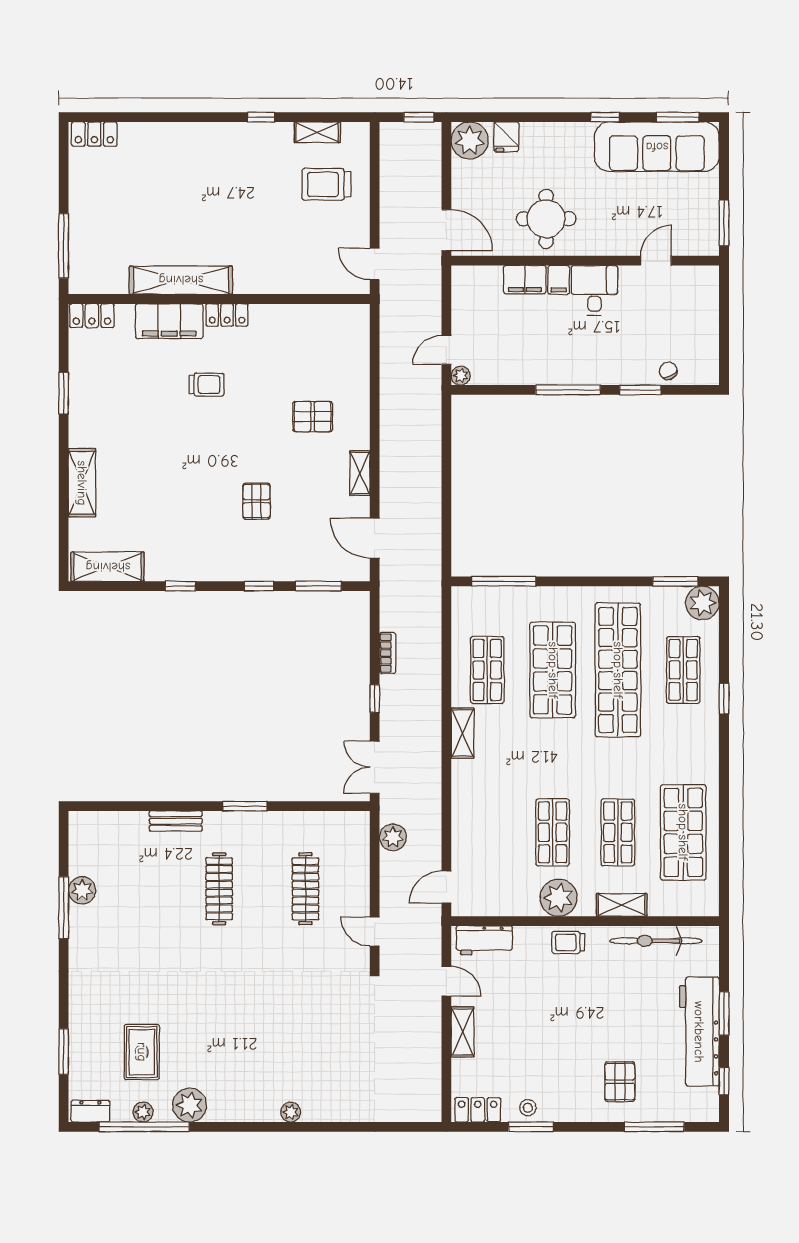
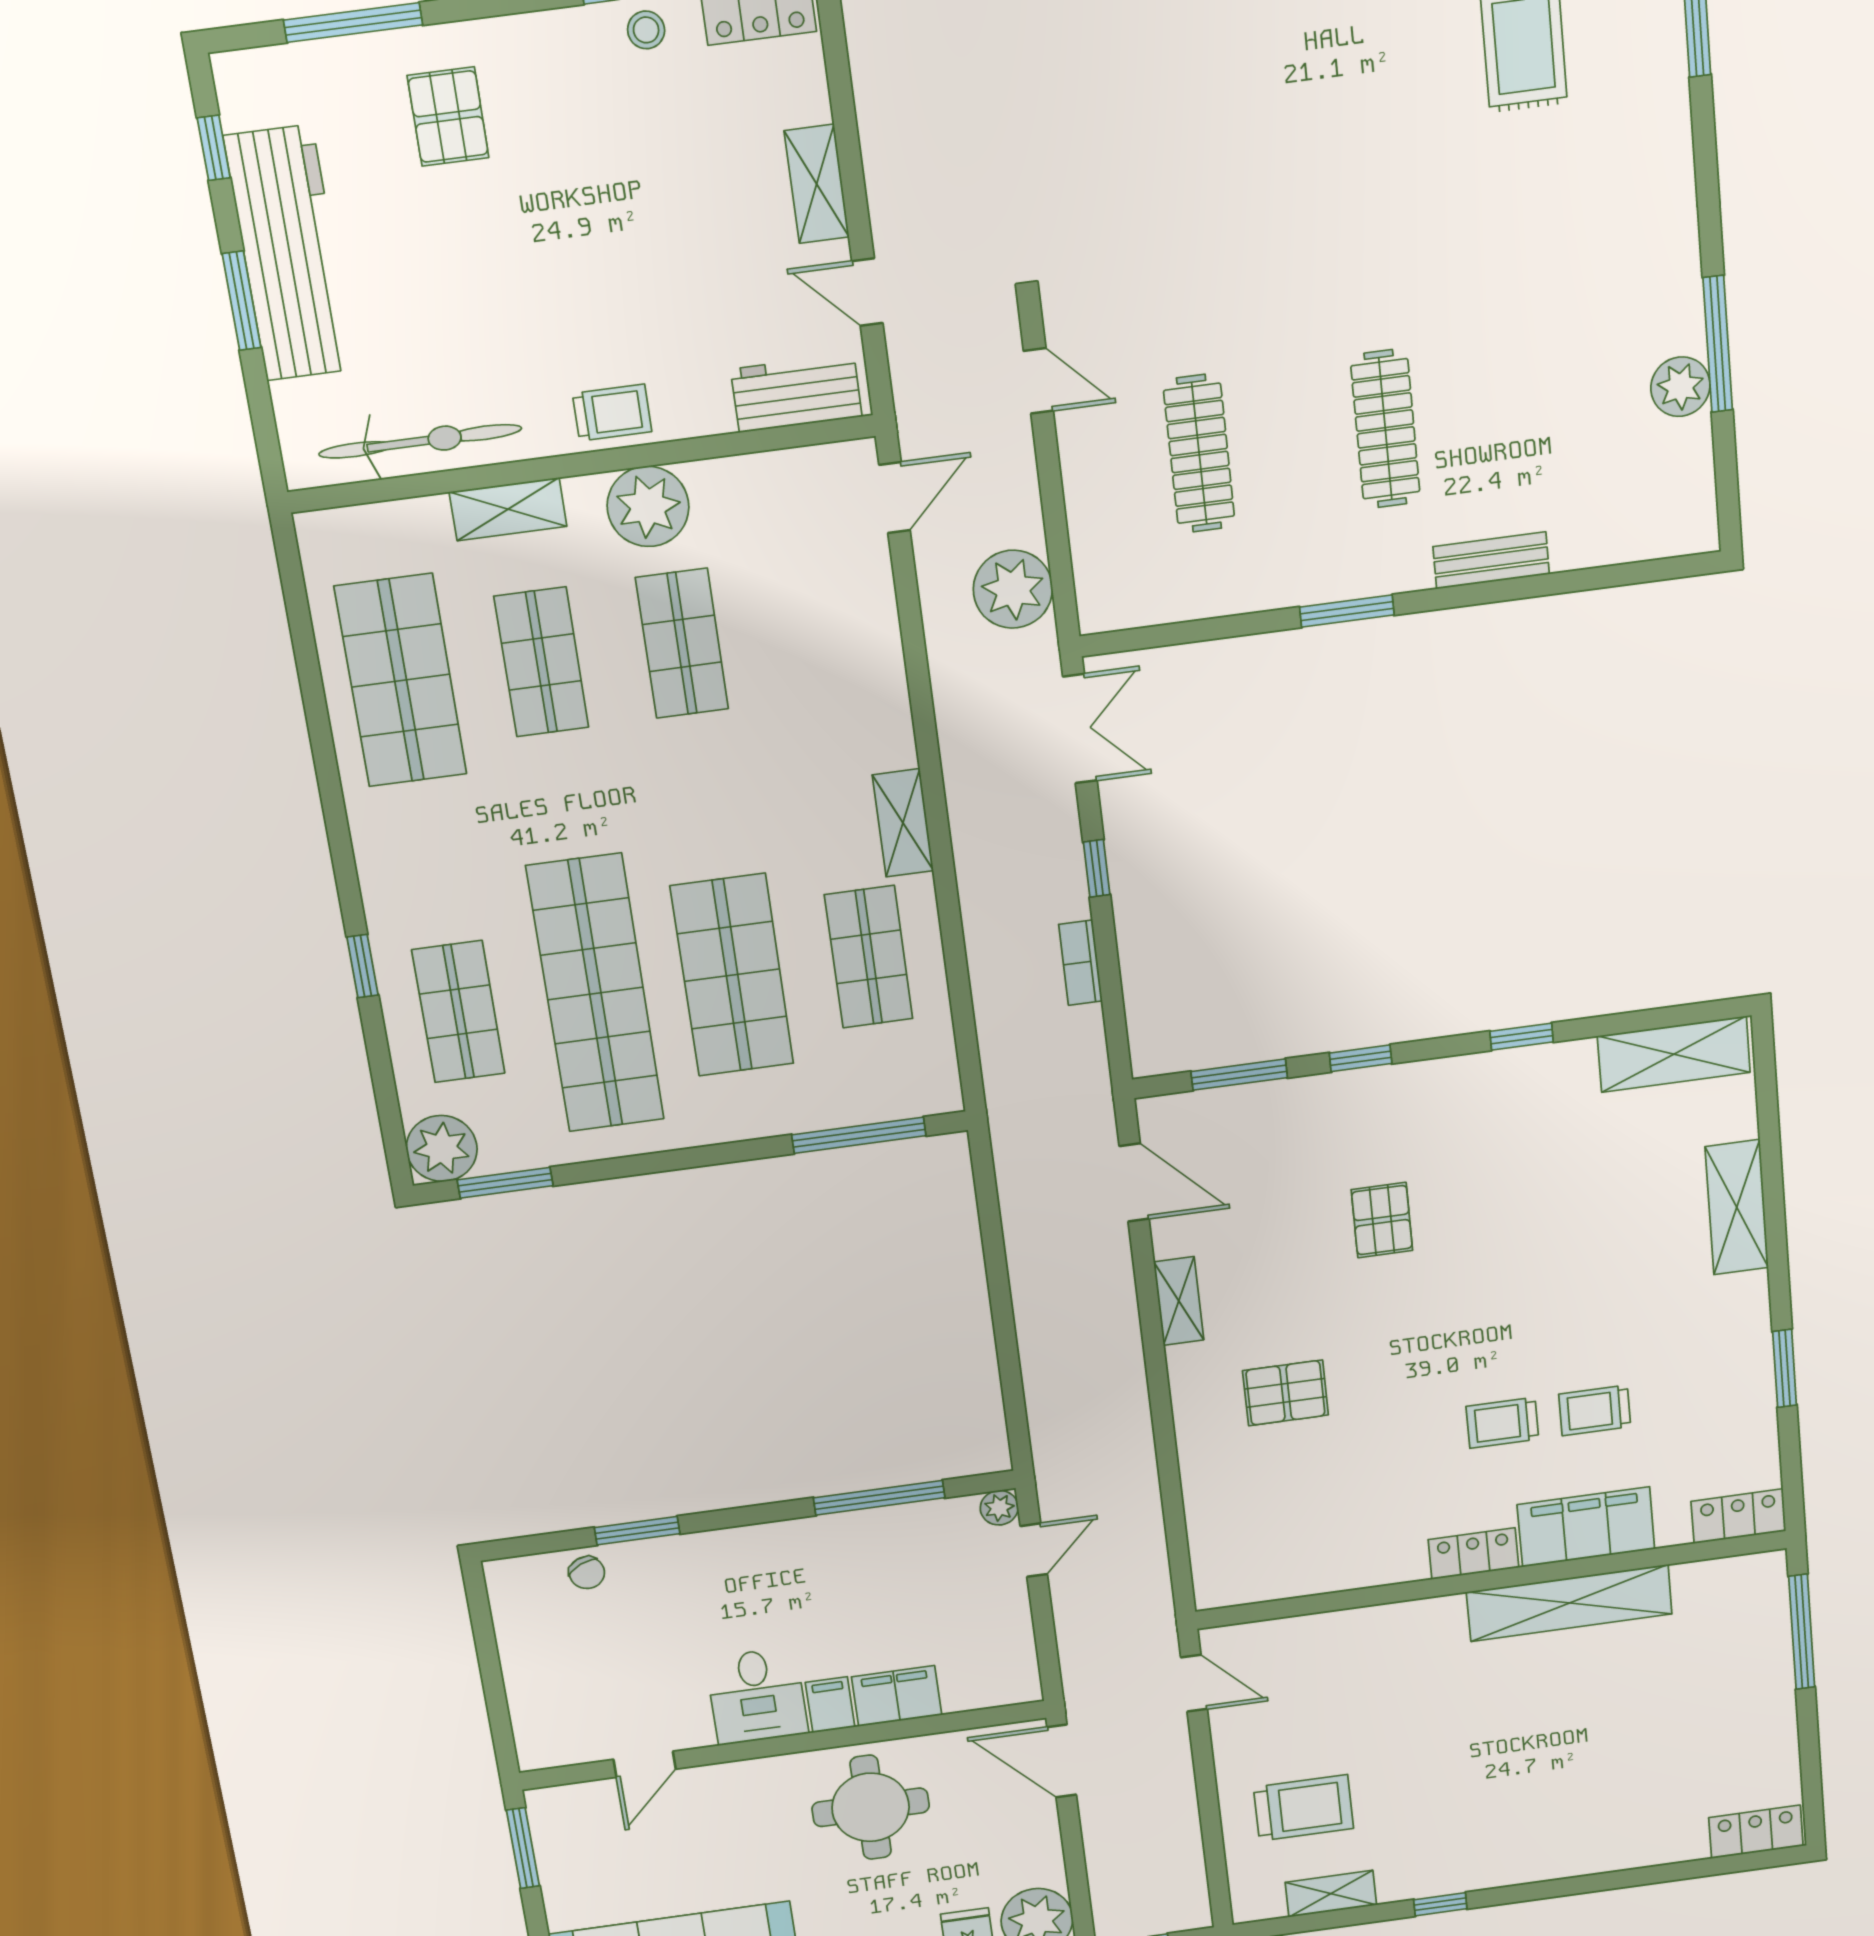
trolley: (160, 384) -> (1595, 1410), added
window: (568, 390) -> (879, 1498), moved
plant: (393, 837) -> (1013, 589), width x1.36, depth x1.36

